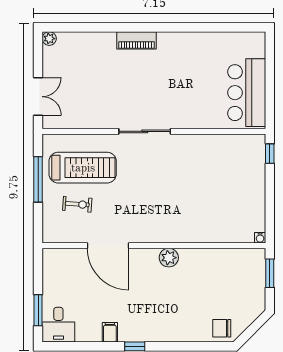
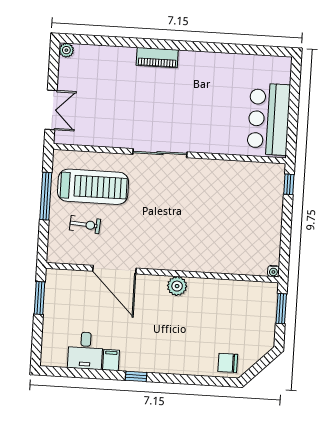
window: (38, 310) -> (40, 298), moved
desk: (58, 325) -> (85, 351), moved

